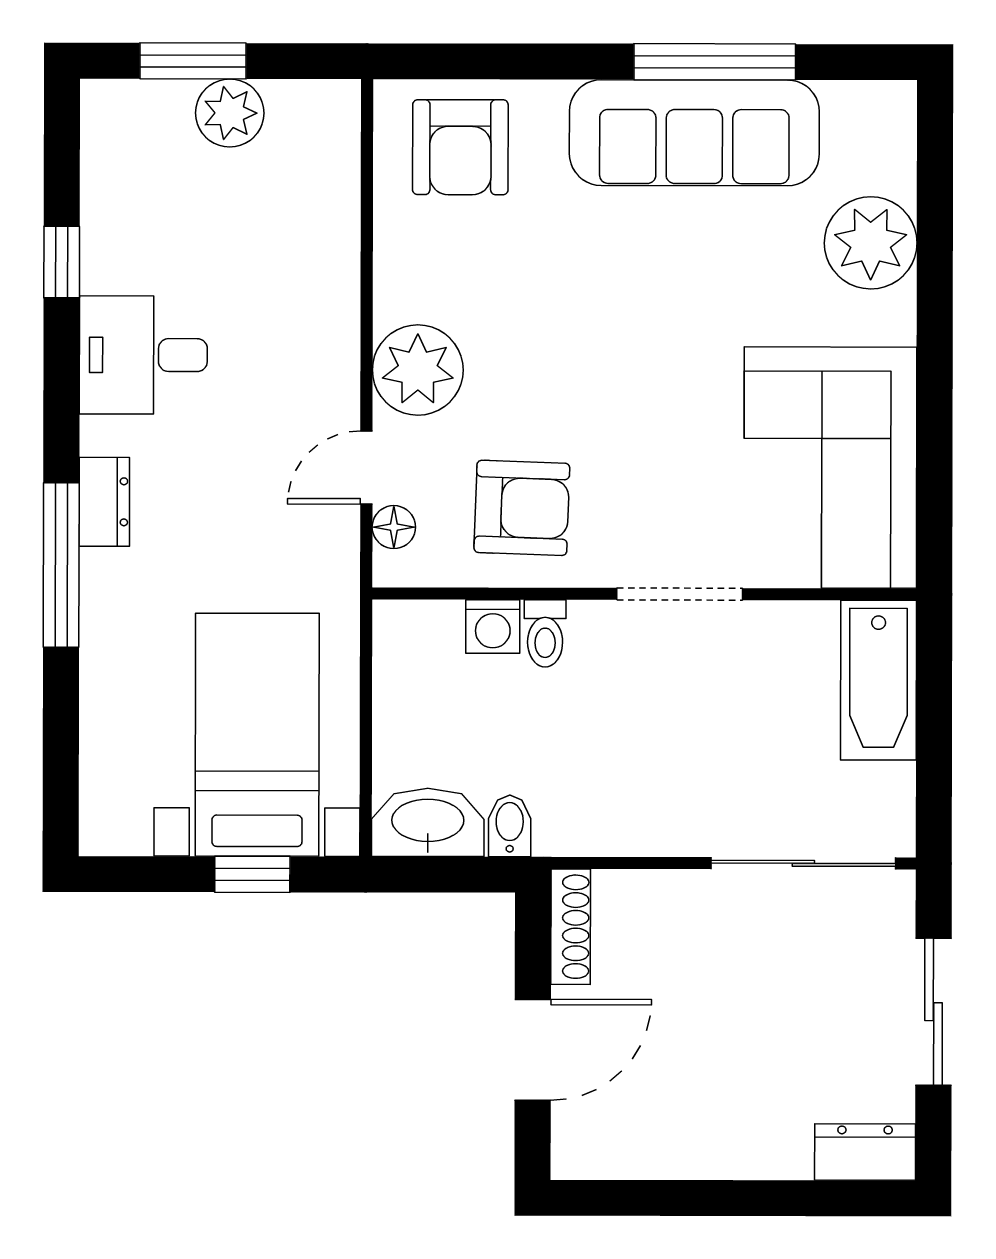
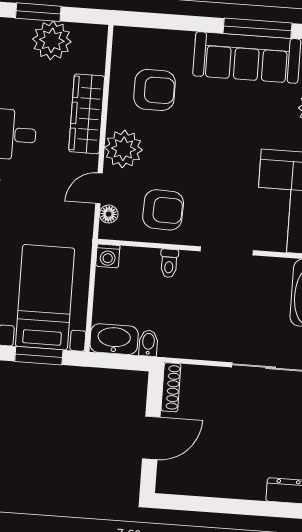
plant: (230, 113) -> (52, 40), width x1.36, depth x1.36
armchair: (460, 147) -> (155, 90), moved, turned -90
wardrobe: (325, 293) -> (87, 114), added
washing machine: (493, 626) -> (108, 256), moved
window: (252, 874) -> (39, 356), width x1.50

